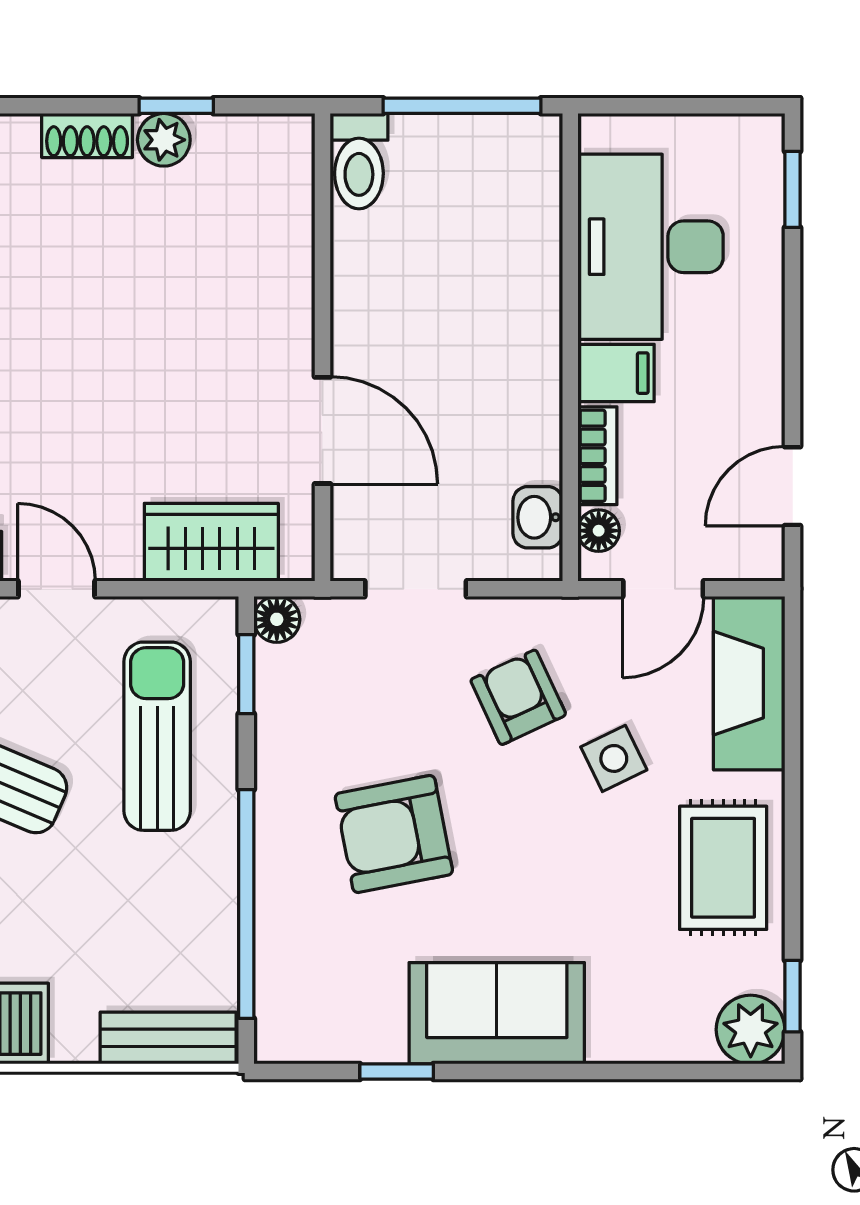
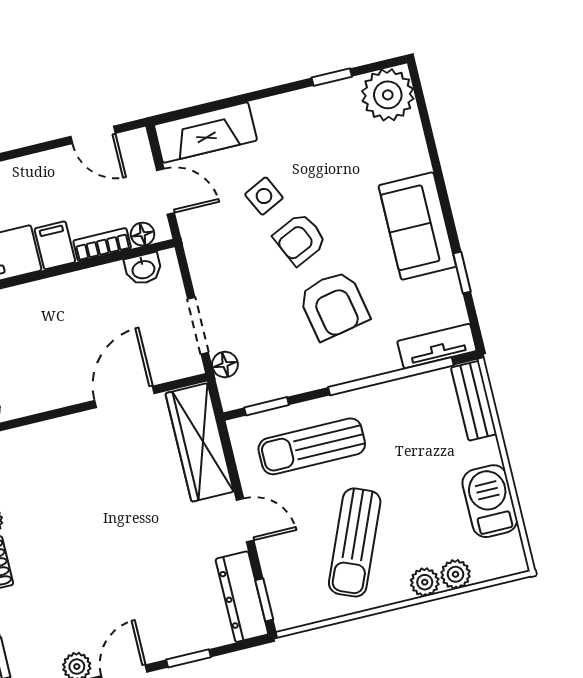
wardrobe: (211, 542) -> (200, 442), width x1.50
door: (57, 589) -> (245, 520), swing flipped
floor lamp: (277, 619) -> (225, 365), moved
armchair: (518, 697) -> (300, 239), moved
rug: (723, 868) -> (309, 122), removed
window: (793, 996) -> (332, 77), moved
tv unit: (279, 997) -> (437, 346), added
plant: (751, 1030) -> (388, 95), width x1.36, depth x1.36

